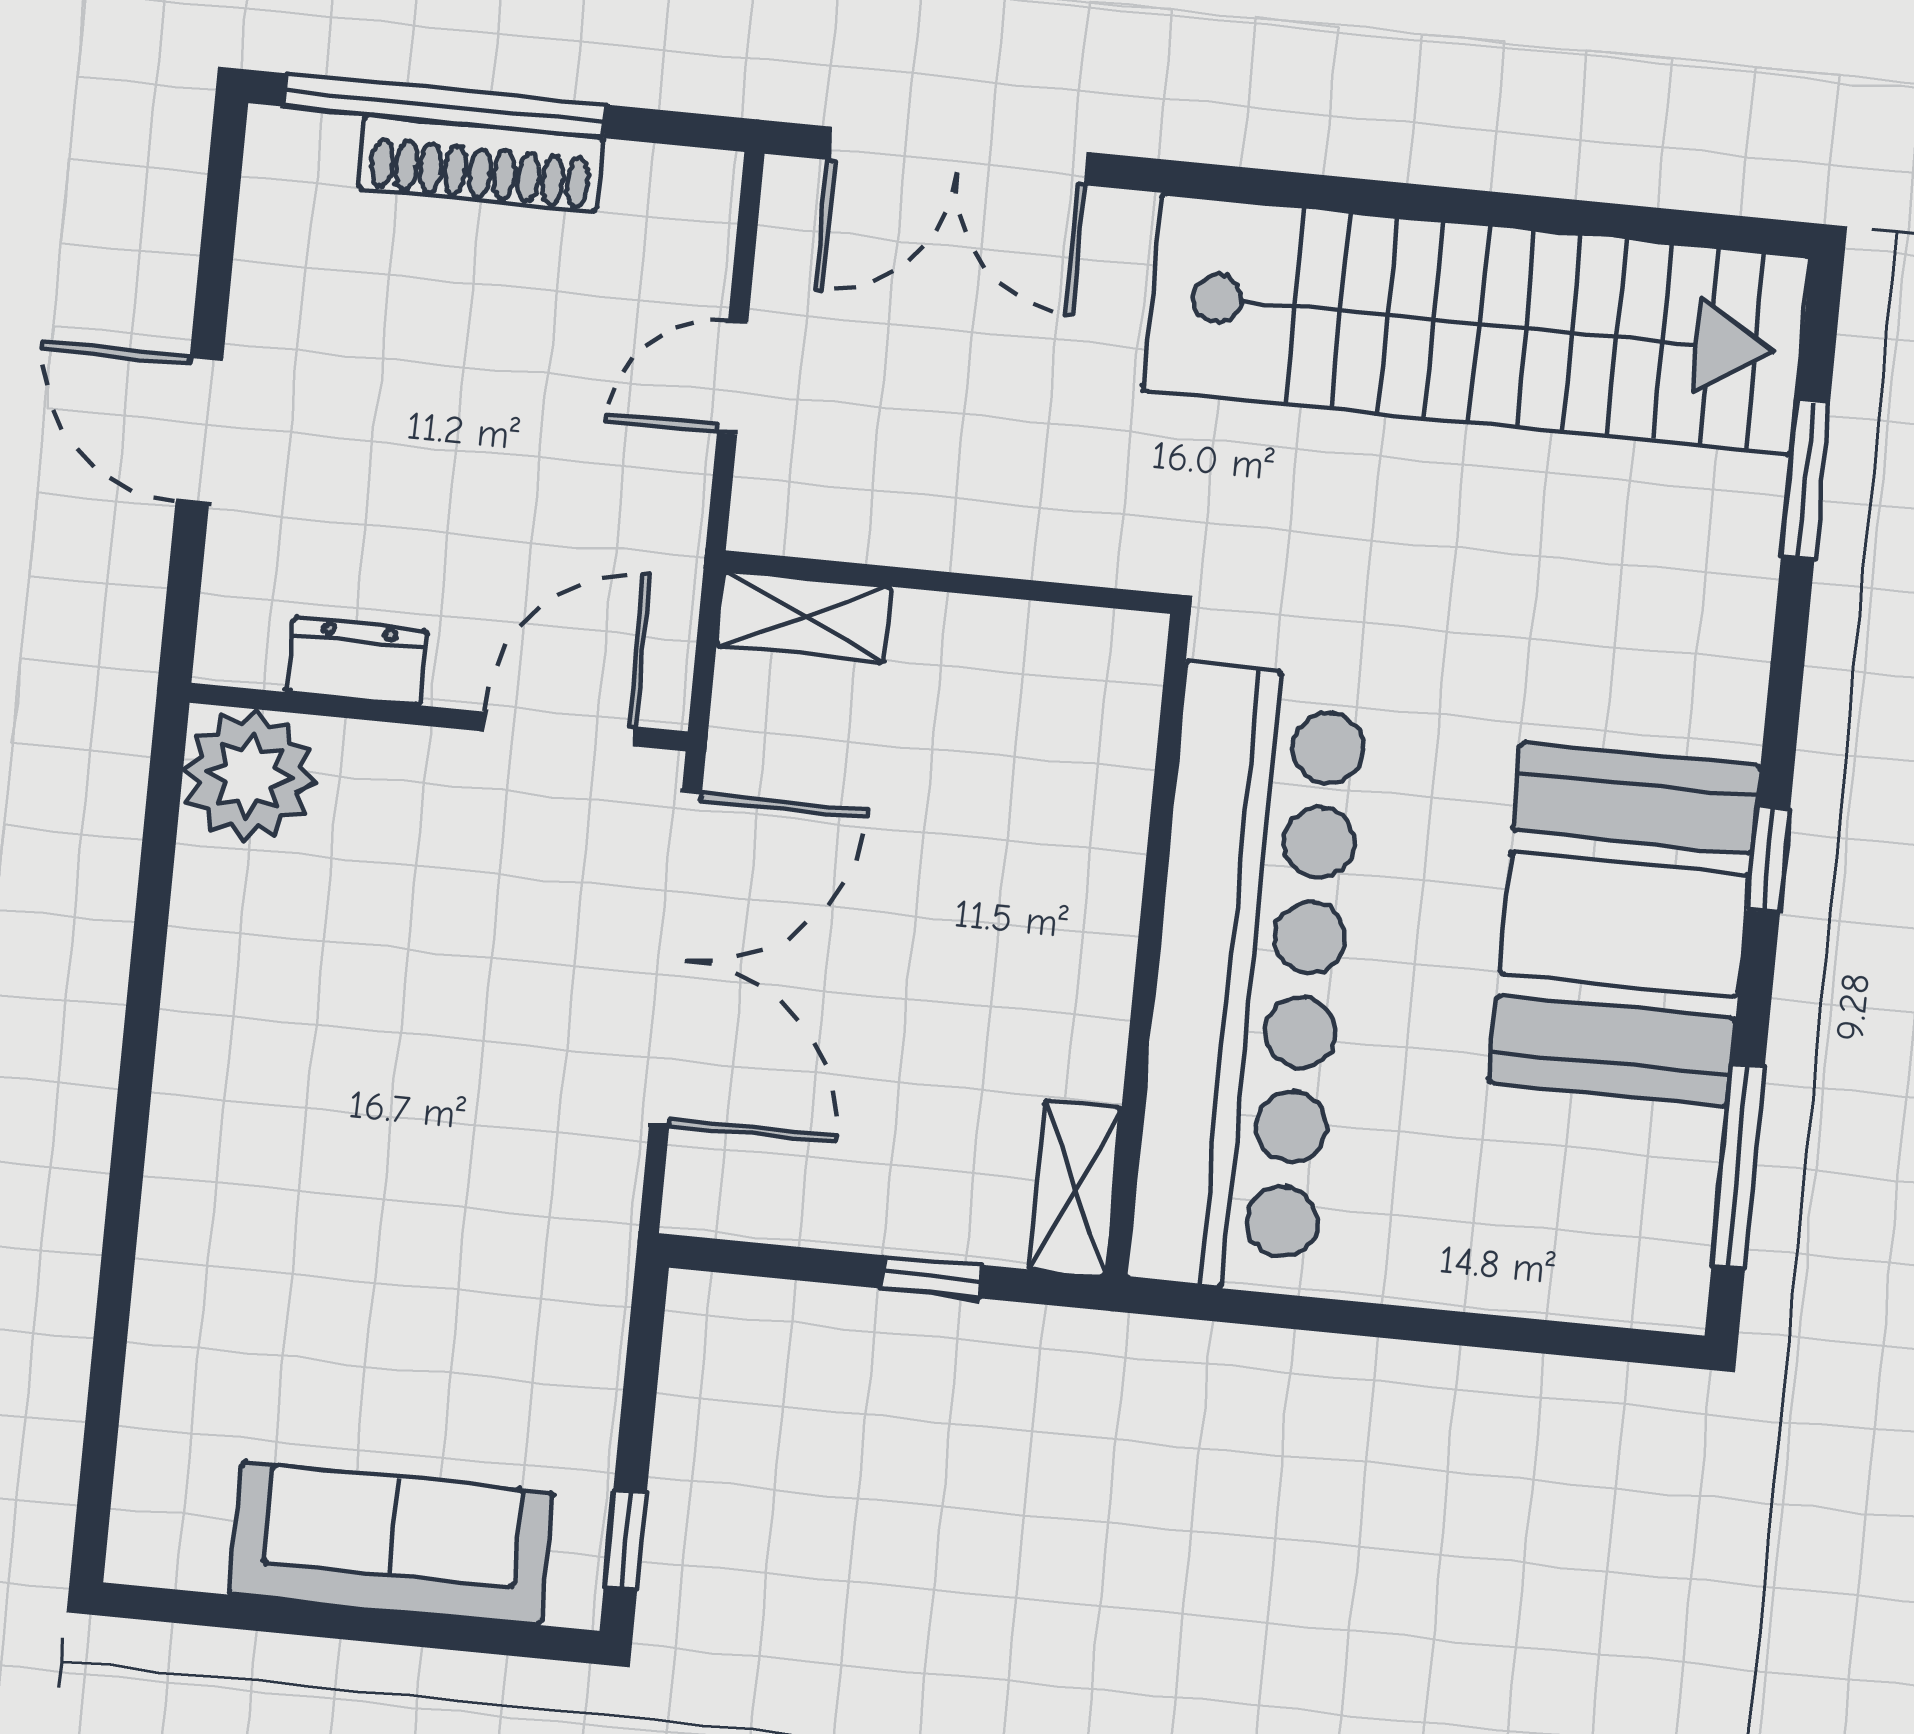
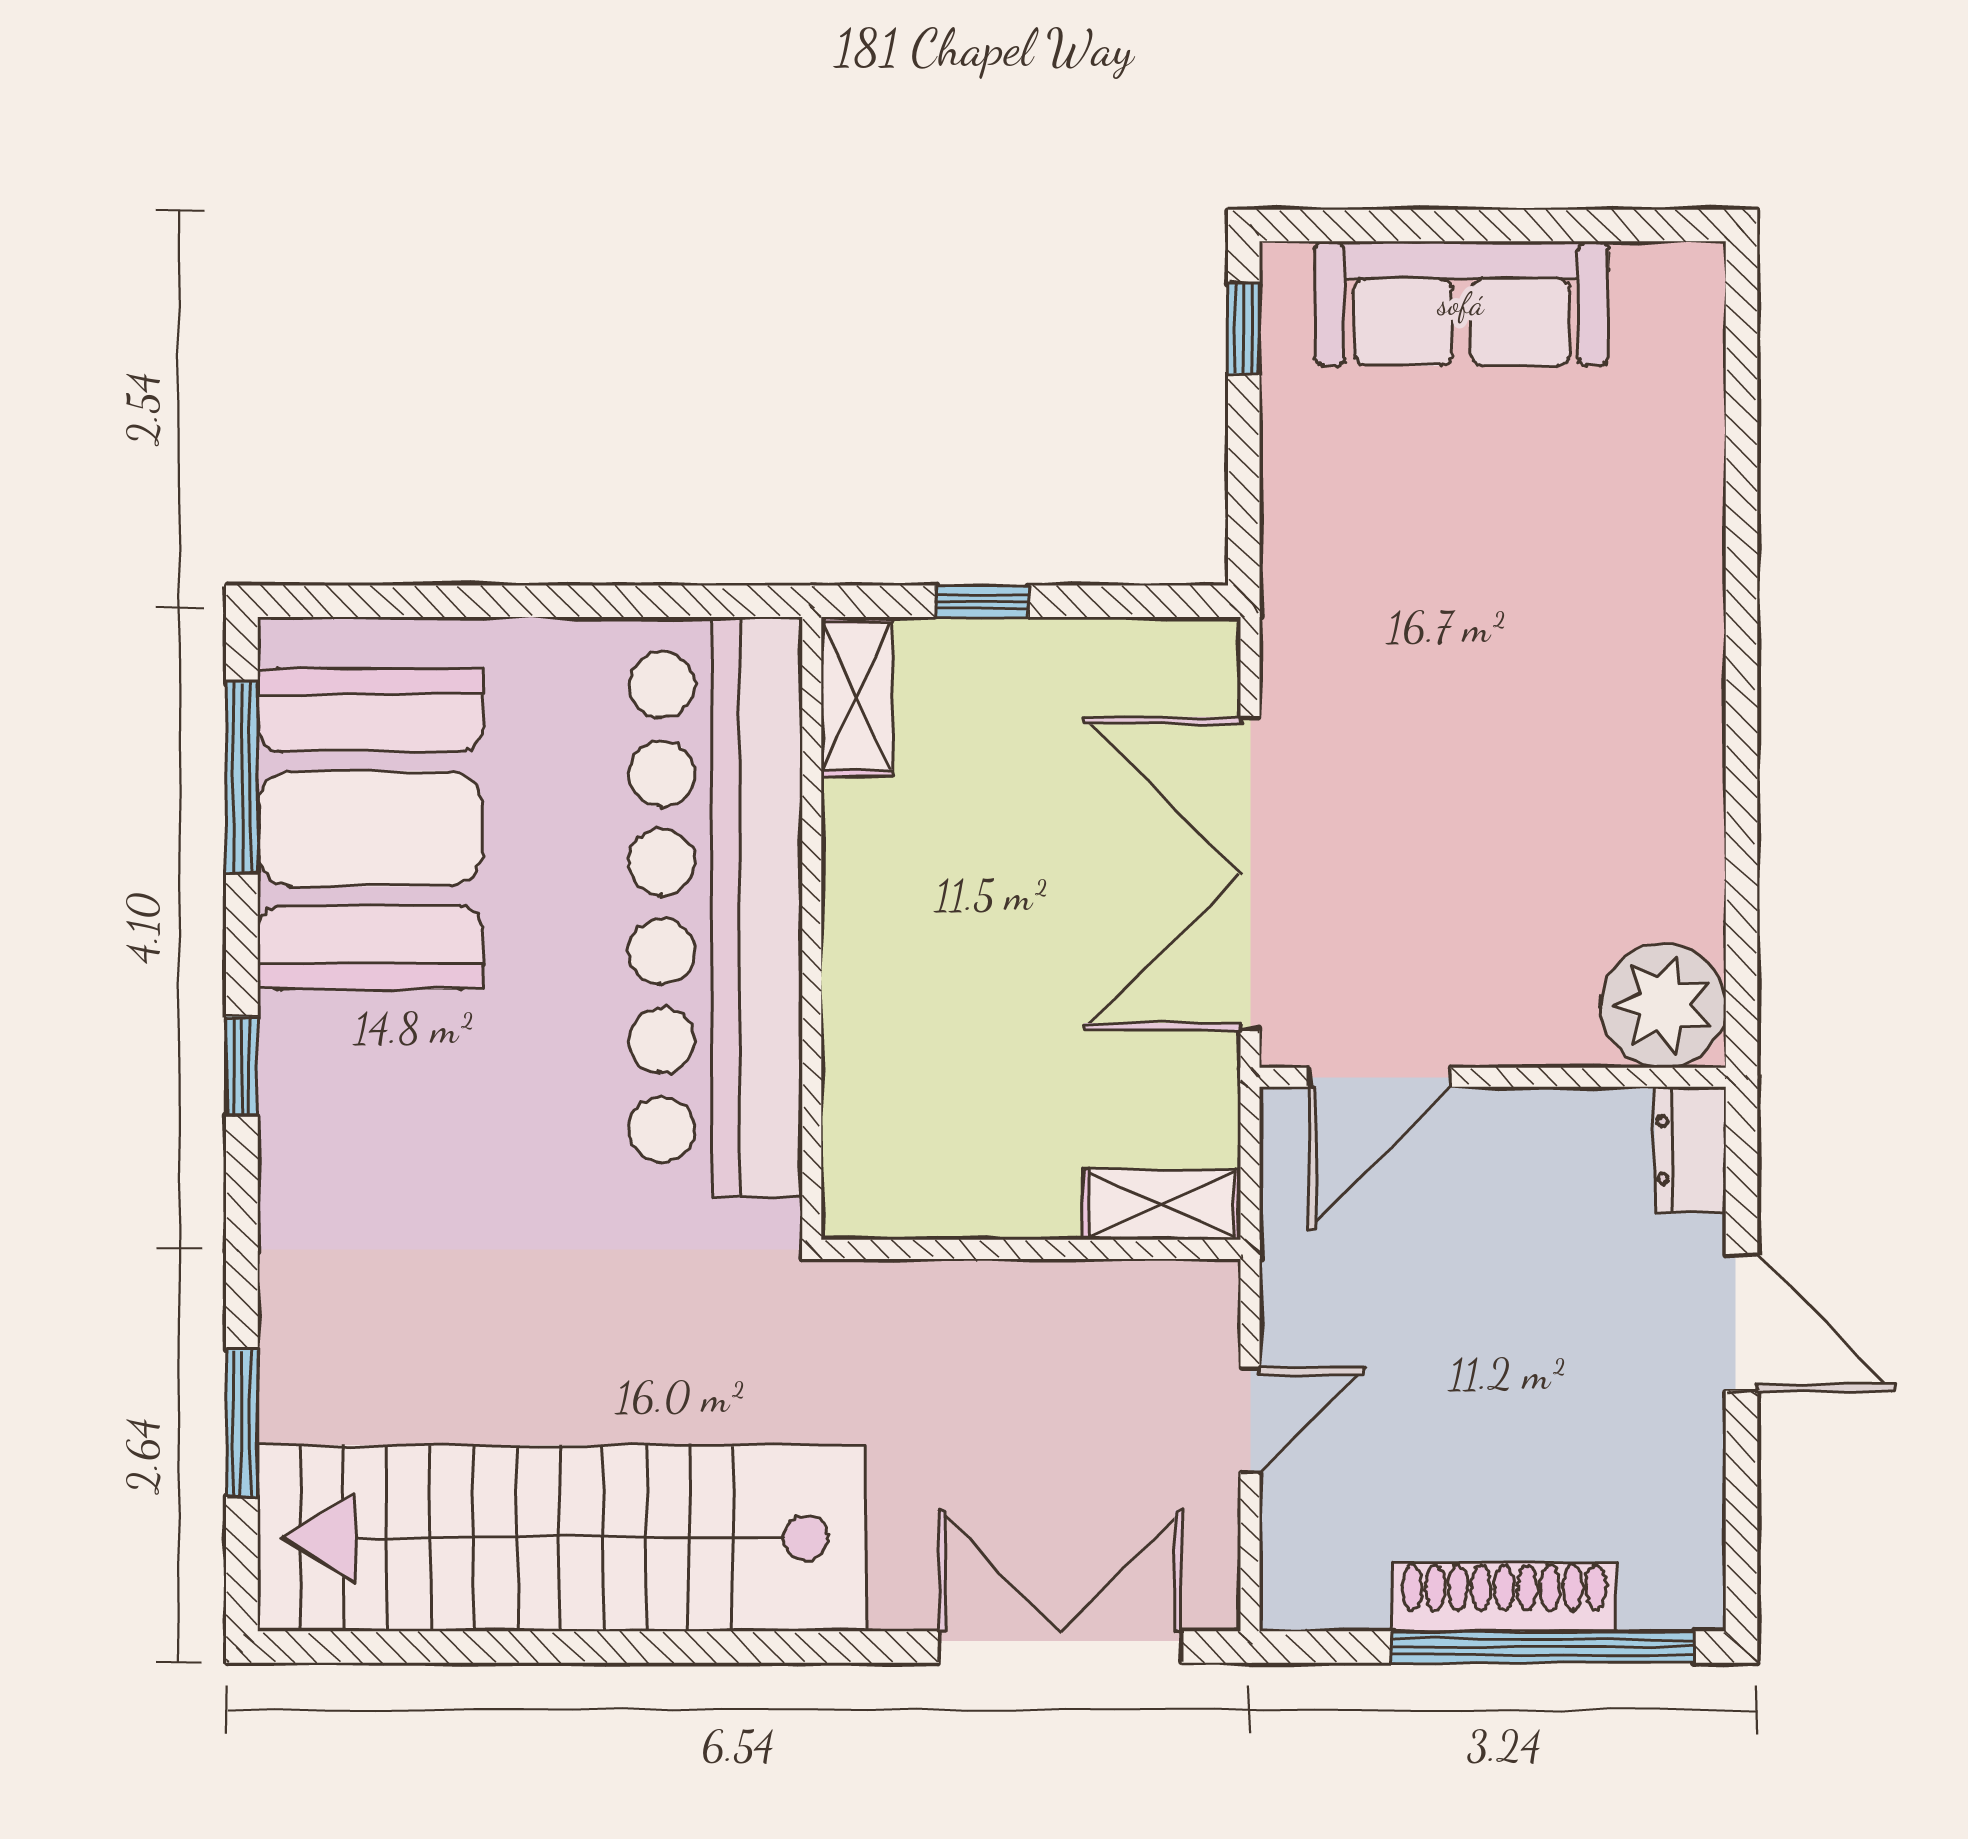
dresser: (357, 661) -> (1690, 1150), moved, turned 90
booth: (1624, 924) -> (370, 829), moved

